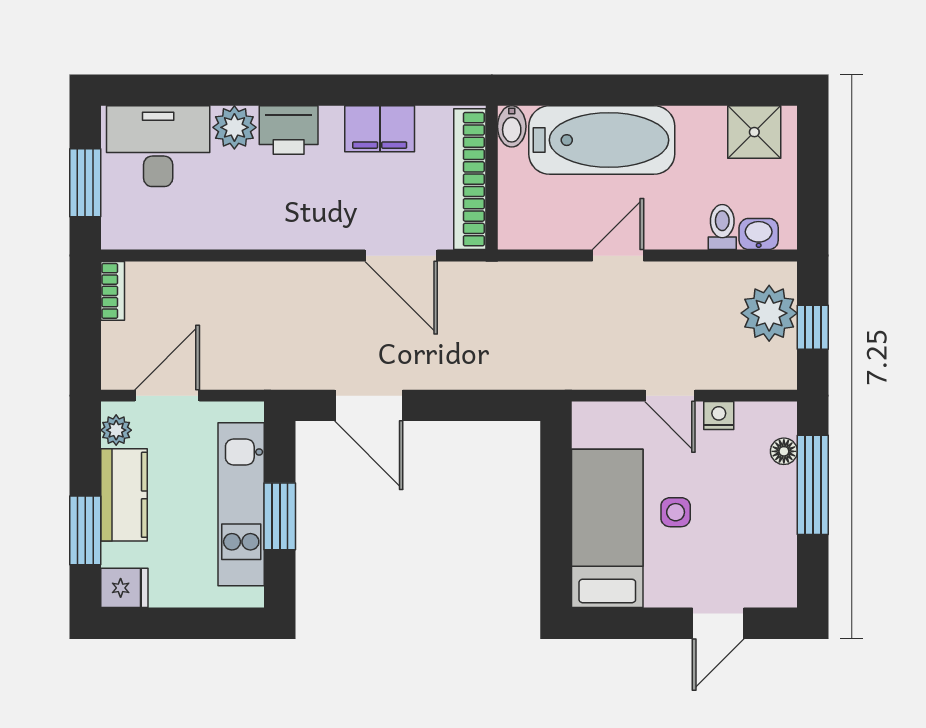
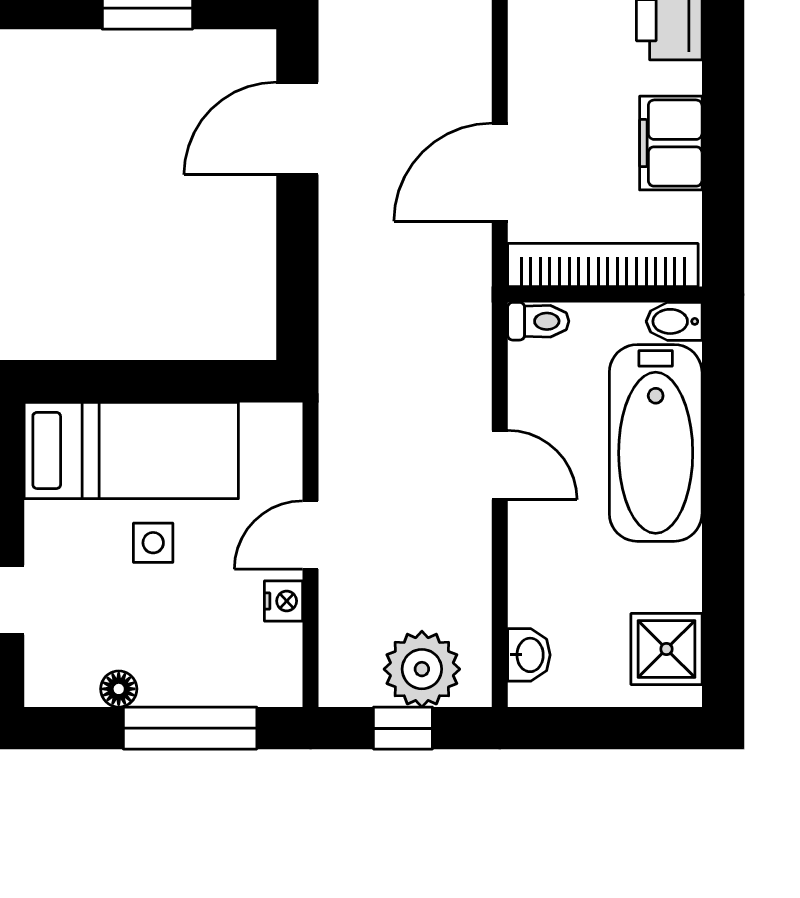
toilet: (722, 227) -> (538, 321), moved
floor lamp: (784, 451) -> (119, 689), moved

